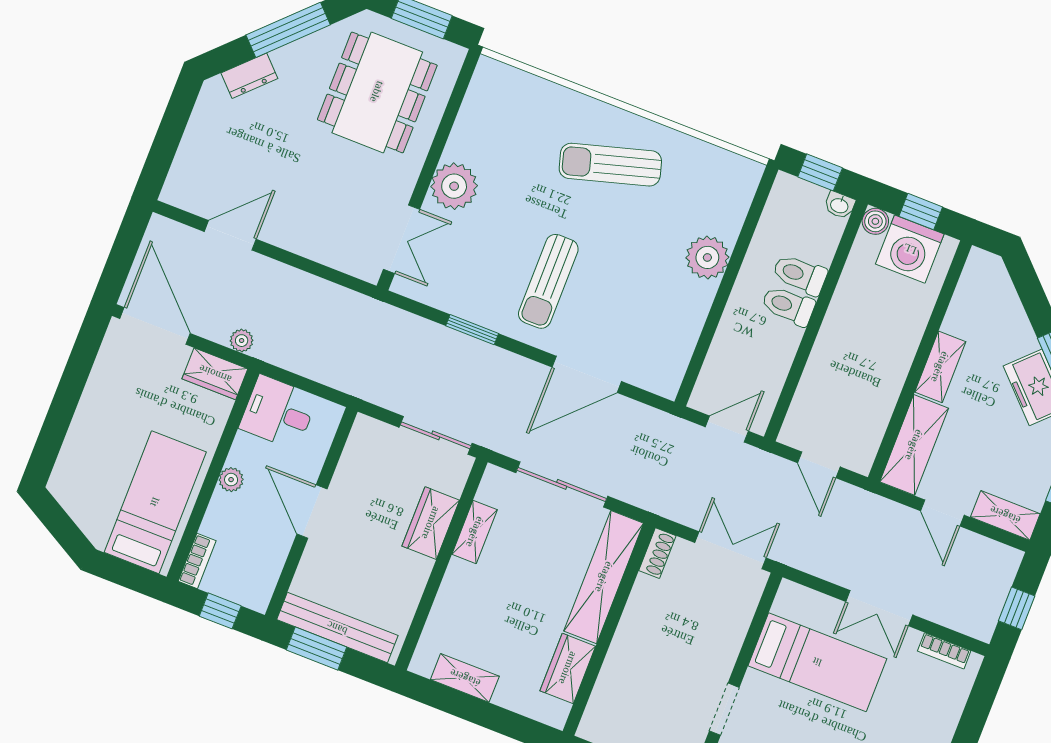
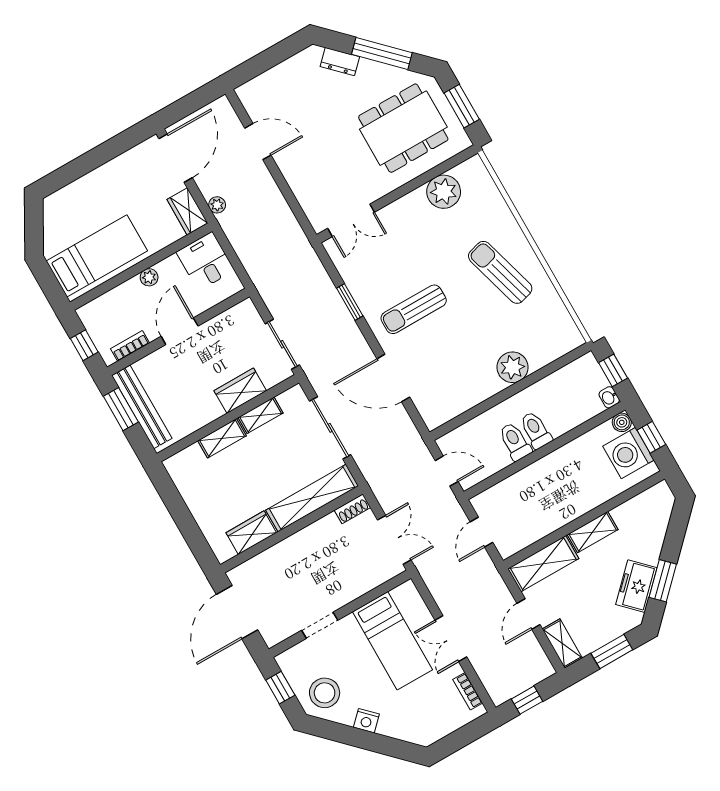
plant: (454, 186) -> (444, 192), moved
toilet: (800, 275) -> (515, 442), moved
bookcase: (197, 561) -> (130, 346), moved, turned 180
shelving: (465, 678) -> (222, 438), moved, turned 90

